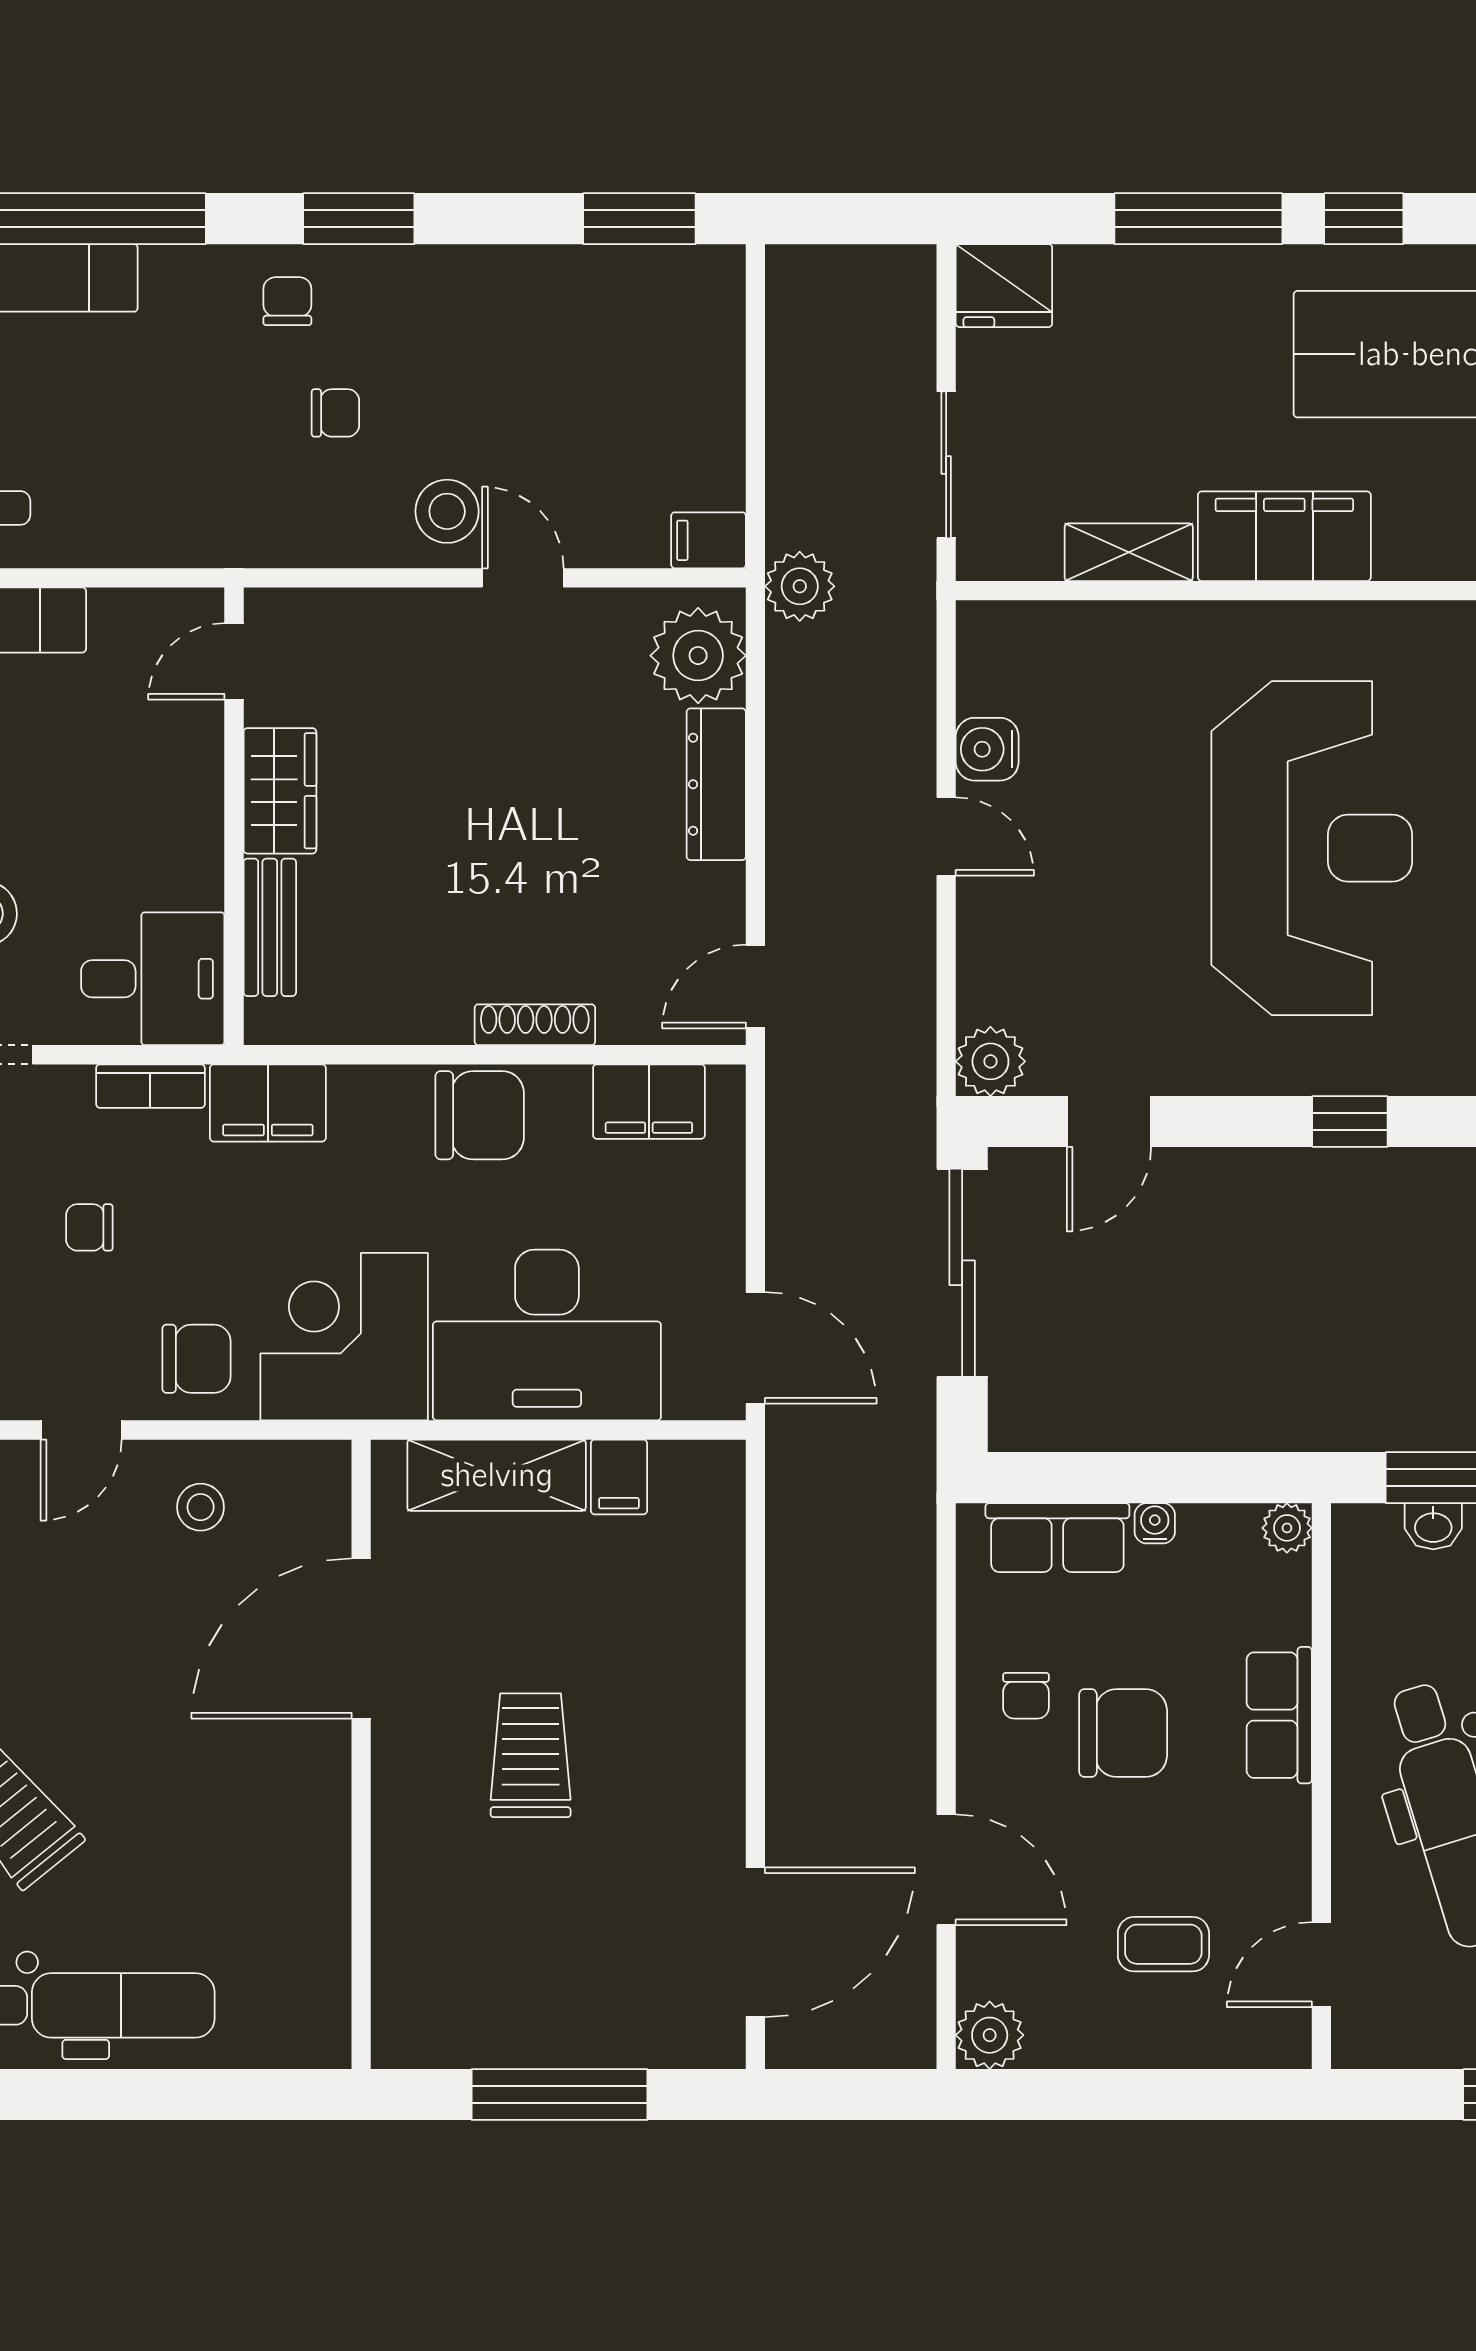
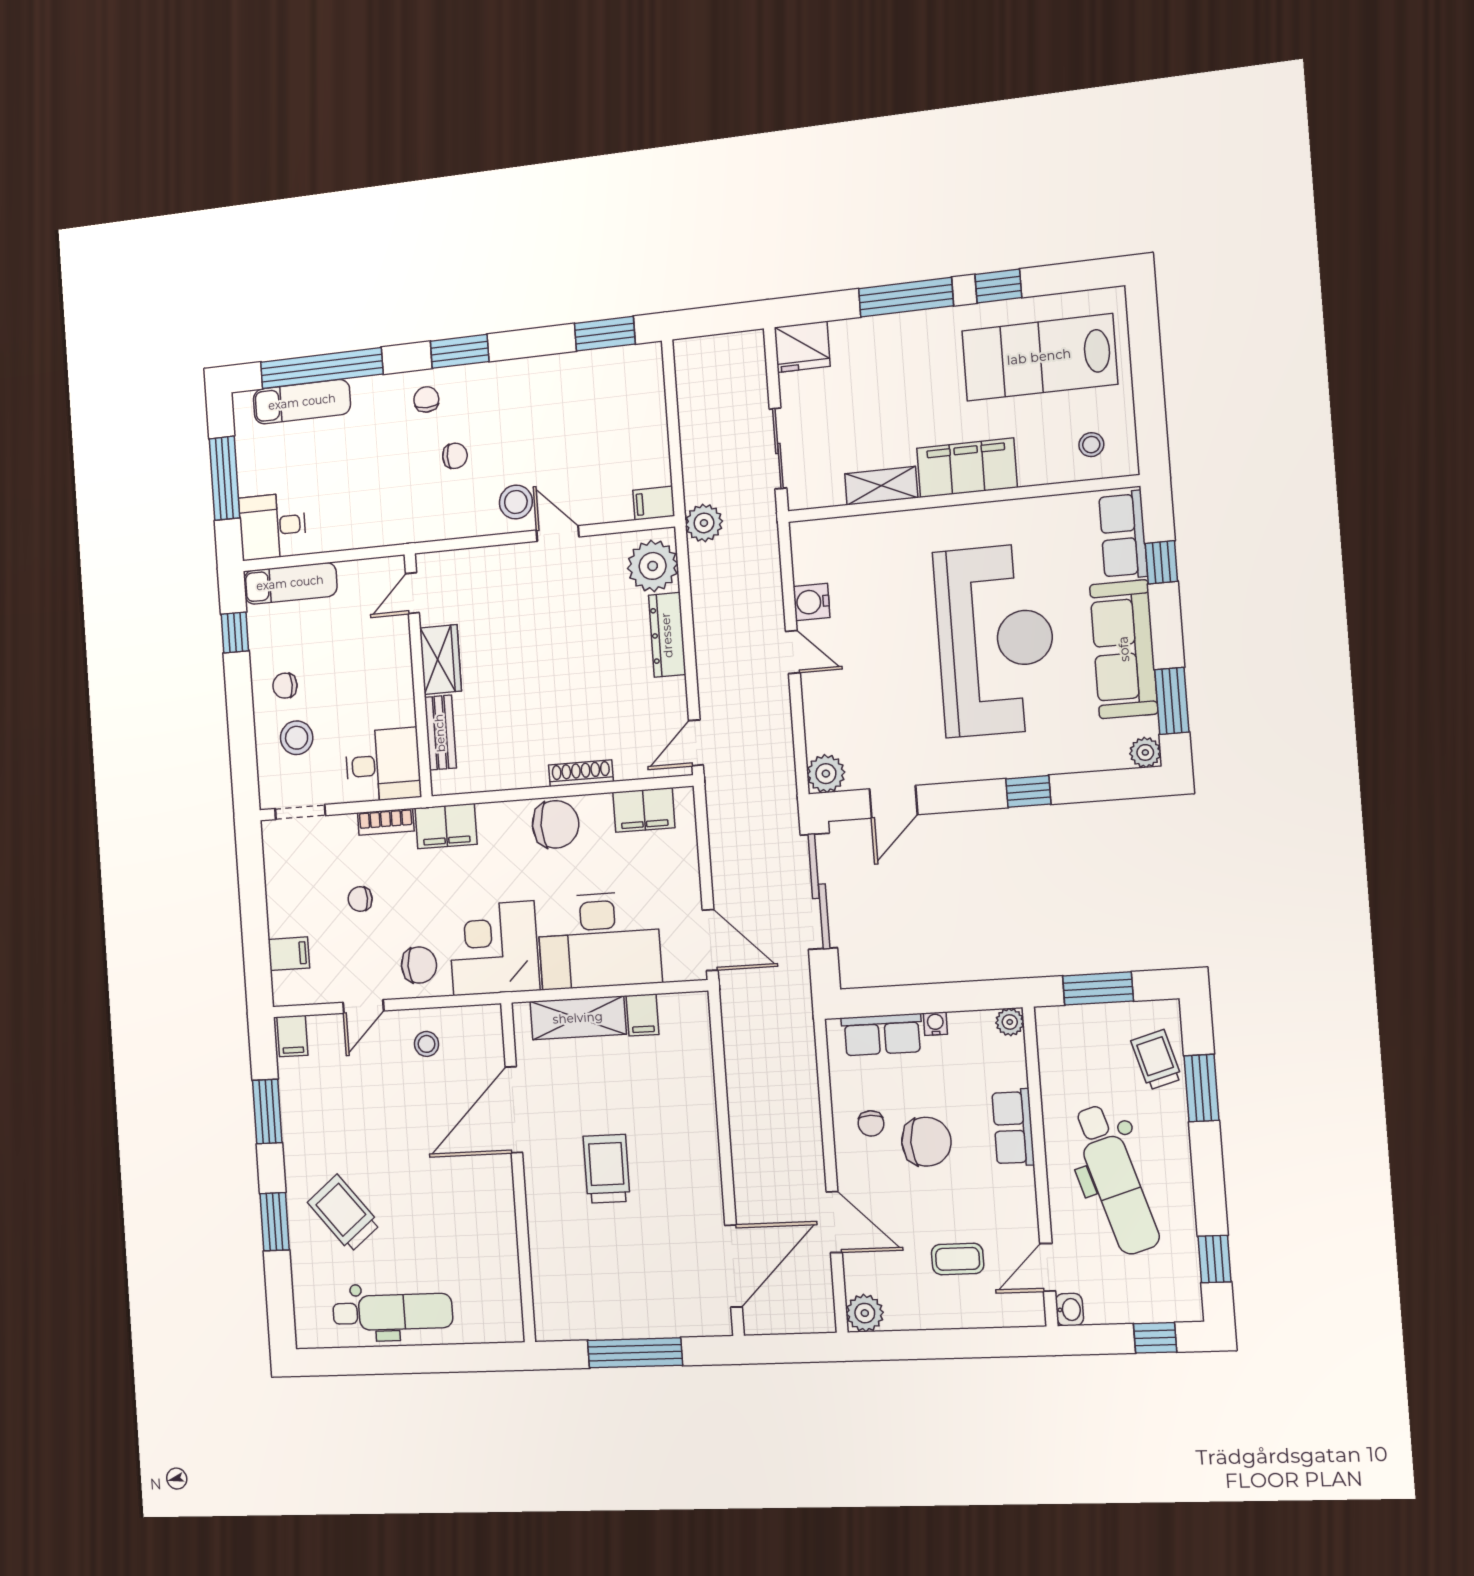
washbasin: (1433, 1526) -> (1069, 1310), moved, turned -90

